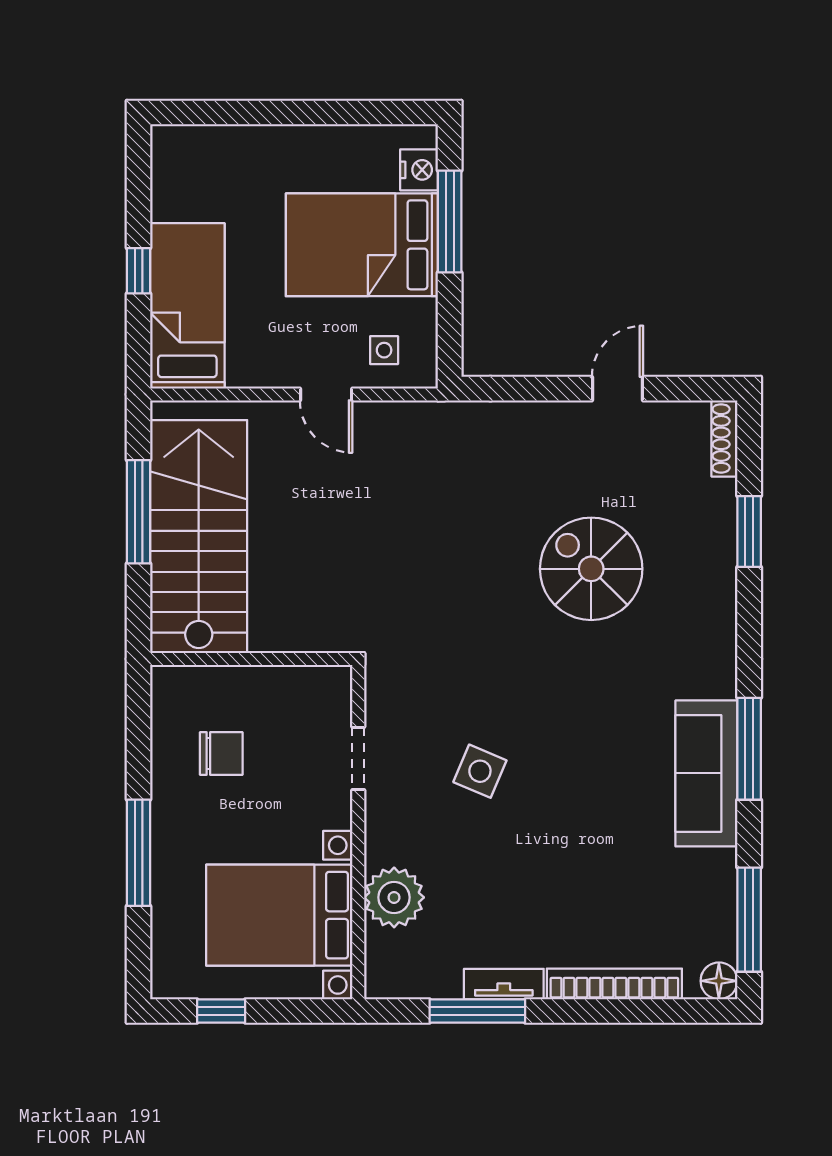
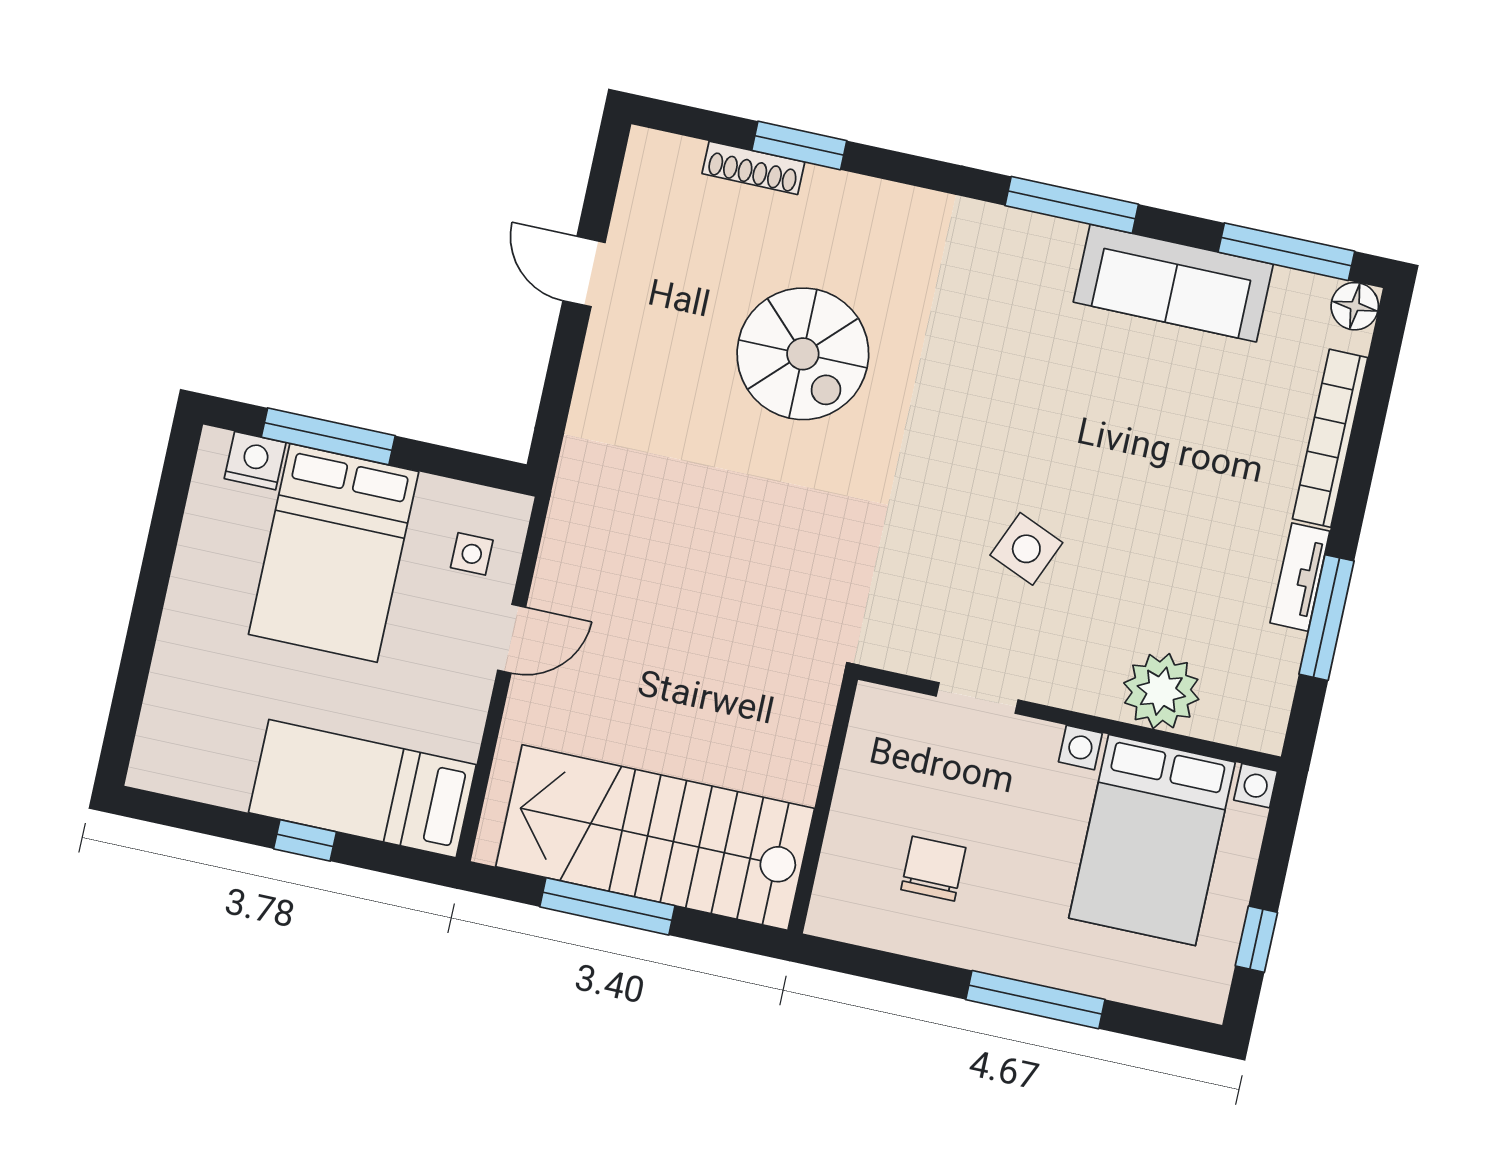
shoe rack: (724, 438) -> (753, 168), moved
spiral stairs: (591, 569) -> (803, 354), turned -90
sofa: (706, 773) -> (1173, 283), moved

